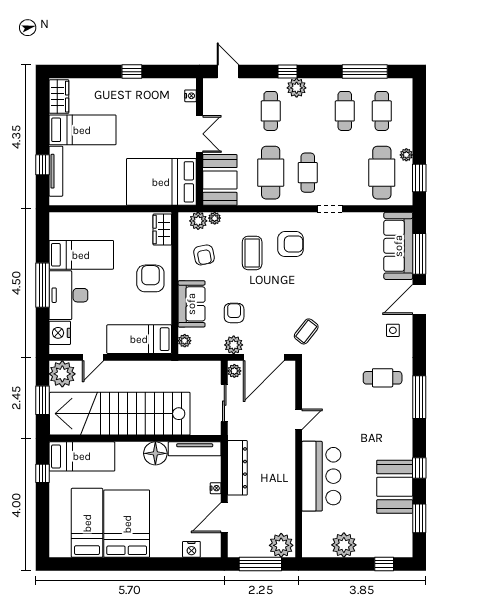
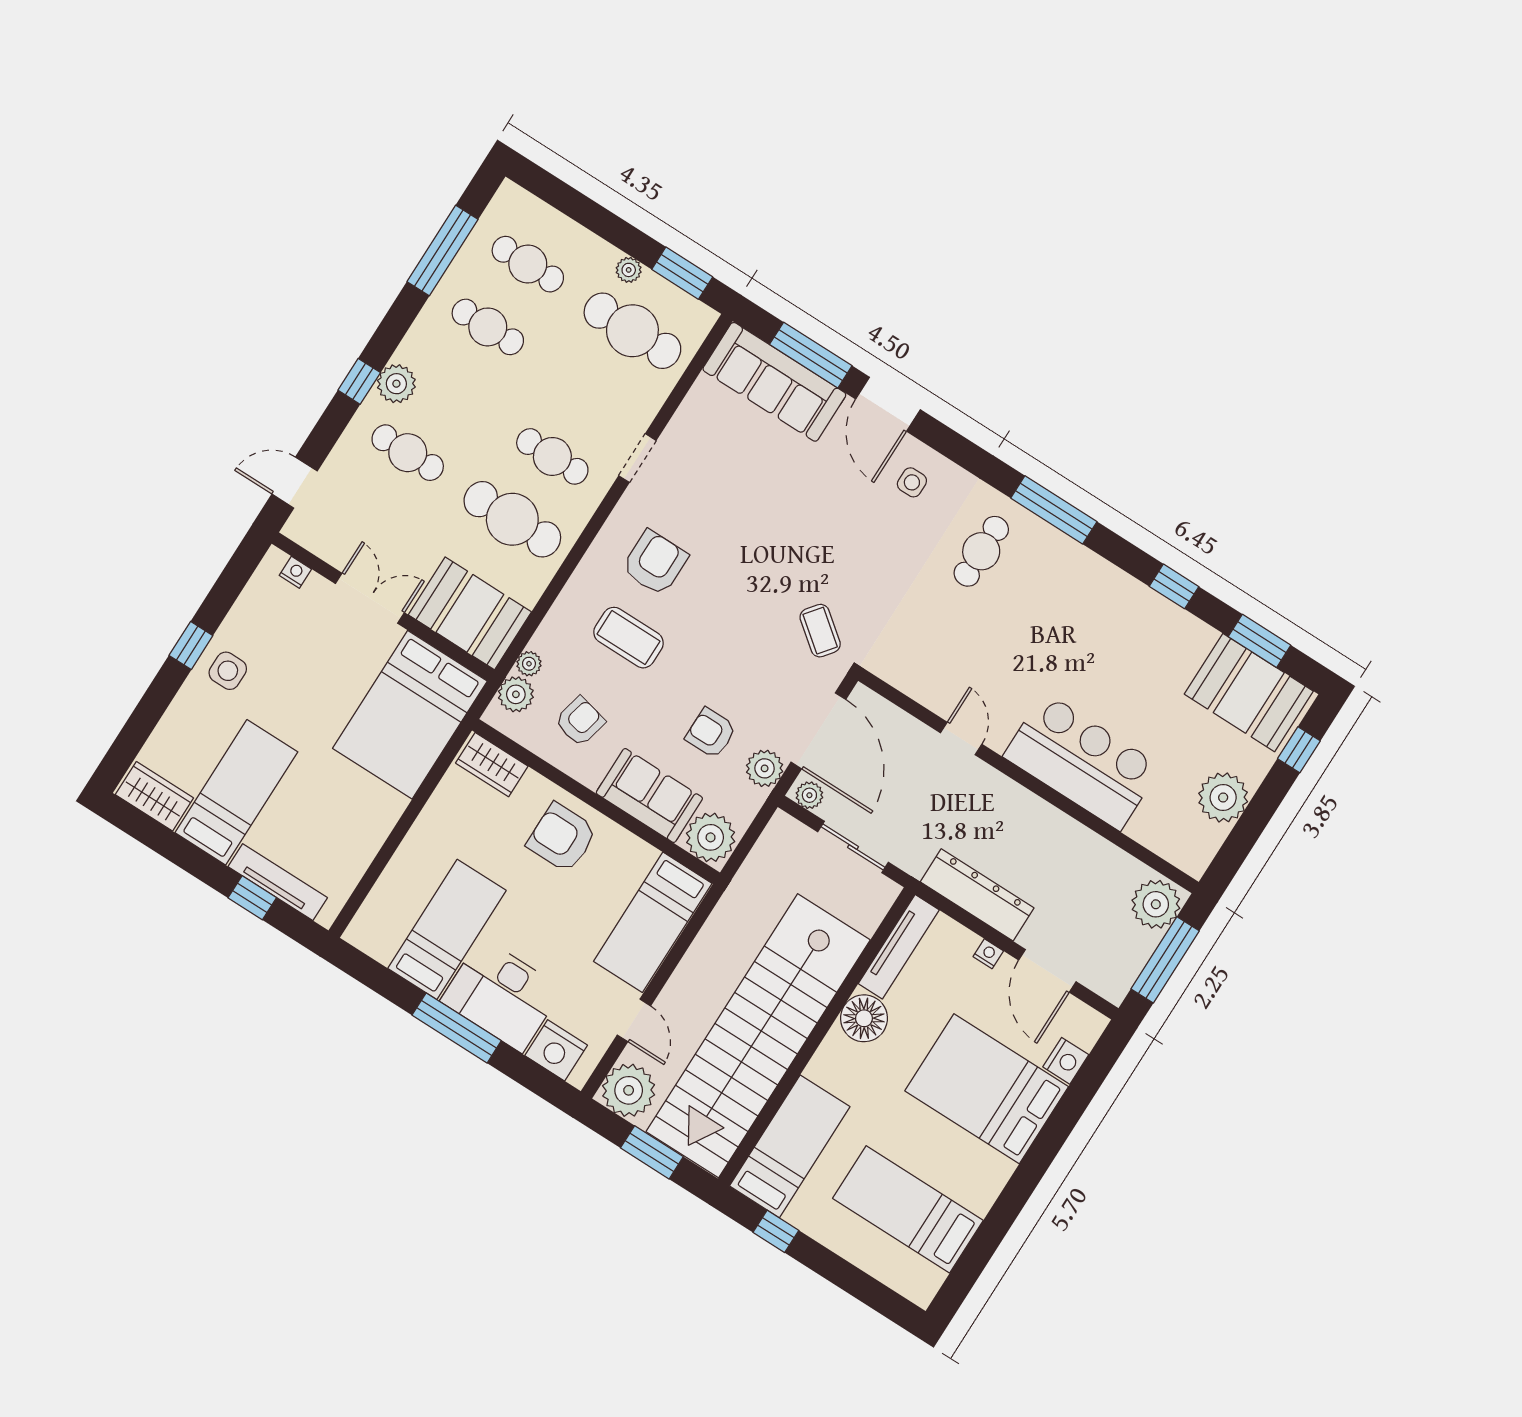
side table: (131, 94) -> (228, 671), added
armchair: (204, 255) -> (580, 721), turned -66
plant: (185, 341) -> (711, 837), width x1.87, depth x1.87
booth: (395, 487) -> (1249, 693), moved
bed: (127, 524) -> (987, 1089), moved

